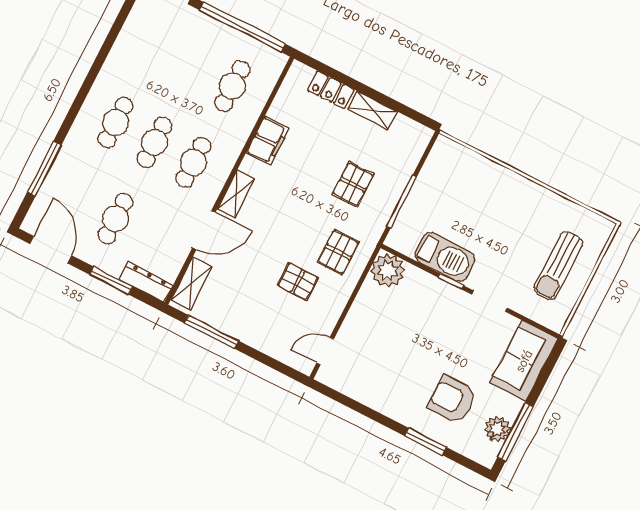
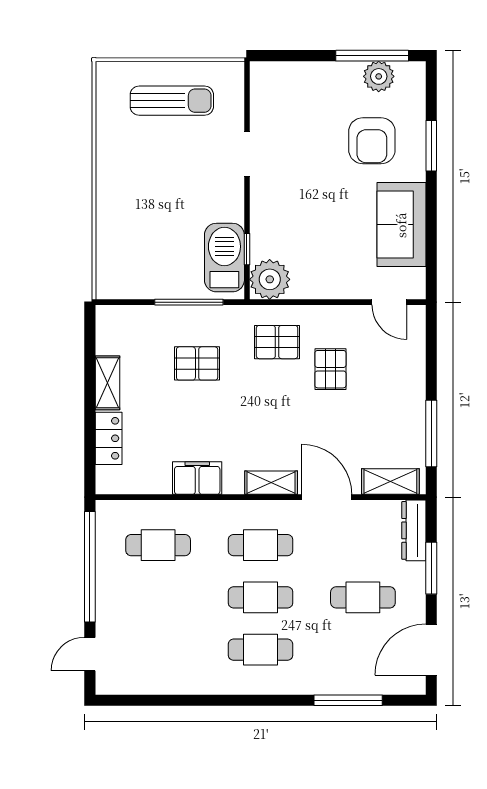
barbecue: (445, 257) -> (224, 258), moved
window: (451, 281) -> (247, 249), moved
sofa: (524, 361) -> (401, 225), moved, turned 90

